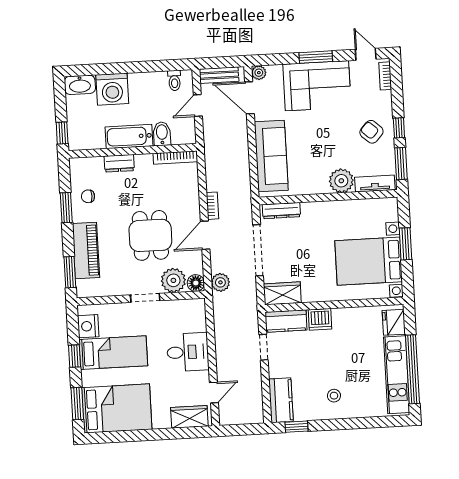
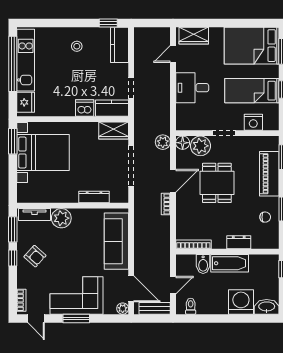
dresser: (281, 211) -> (94, 197), moved
window: (405, 244) -> (13, 141), moved
nightstand: (88, 326) -> (253, 122), moved, turned 90

